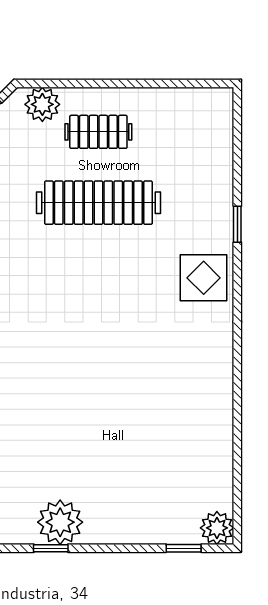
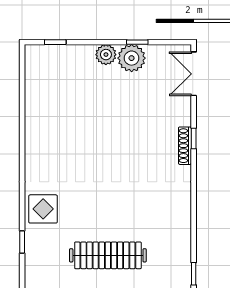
plant: (217, 528) -> (106, 55), moved

